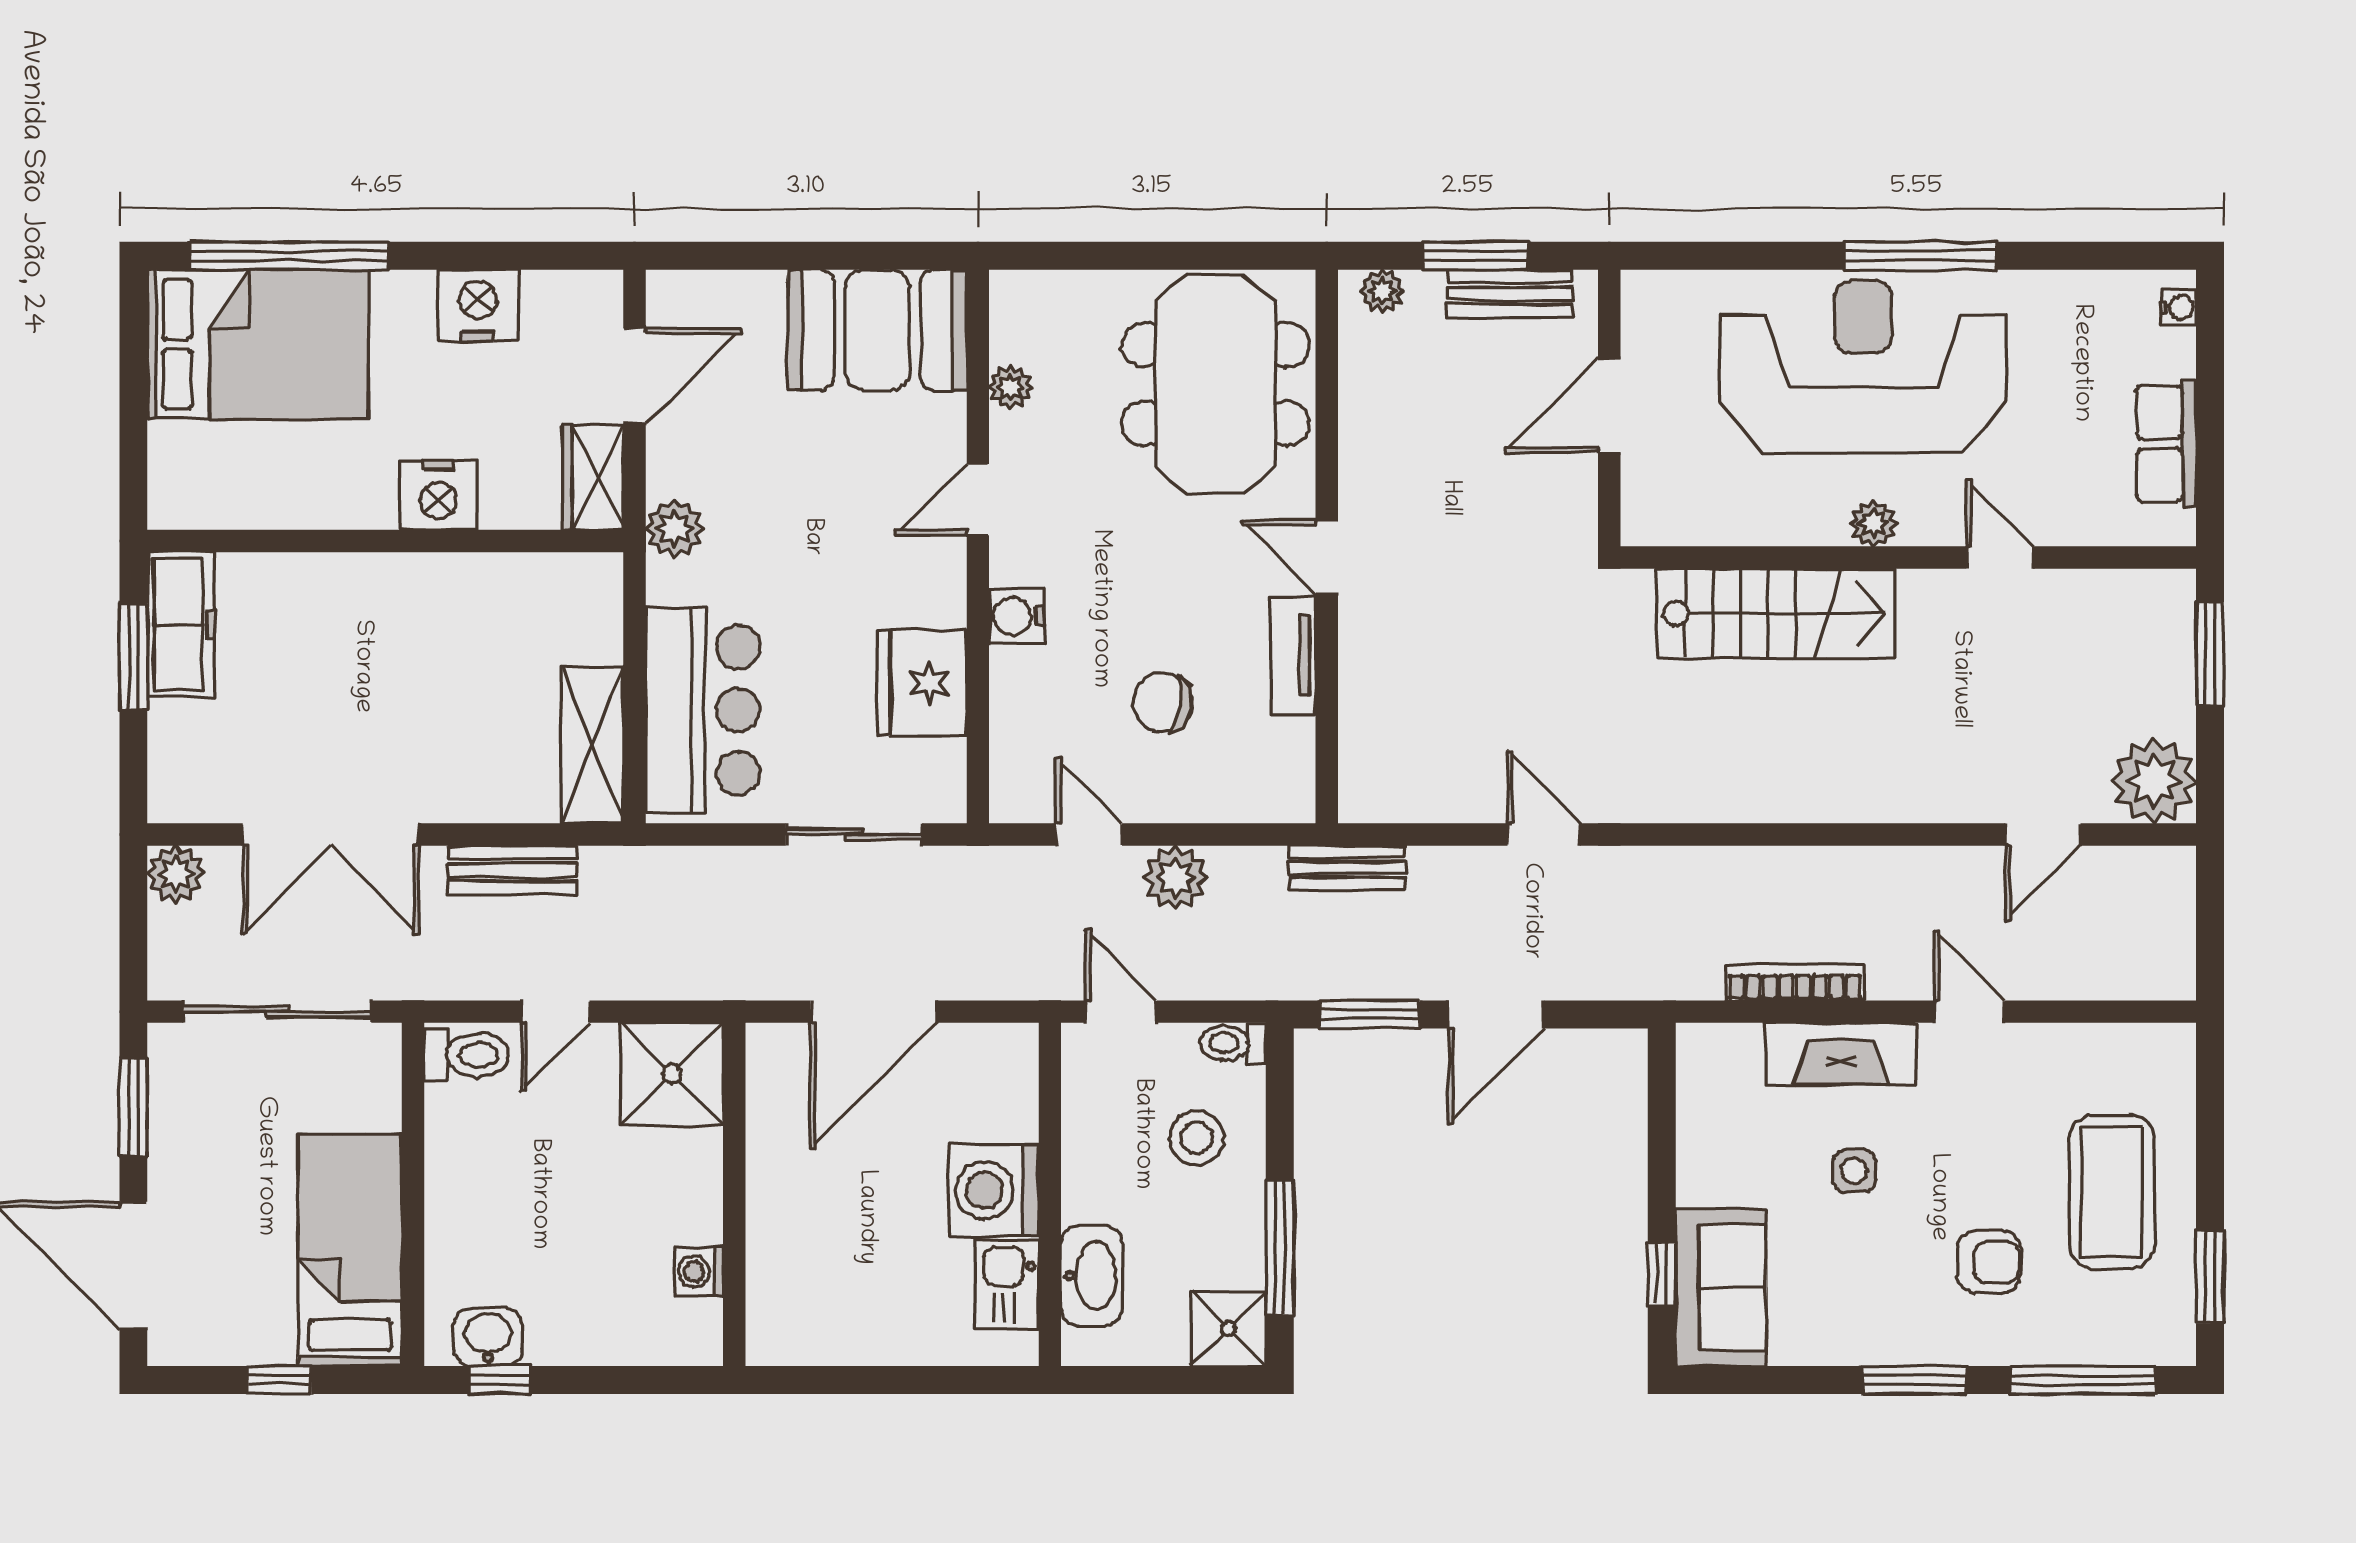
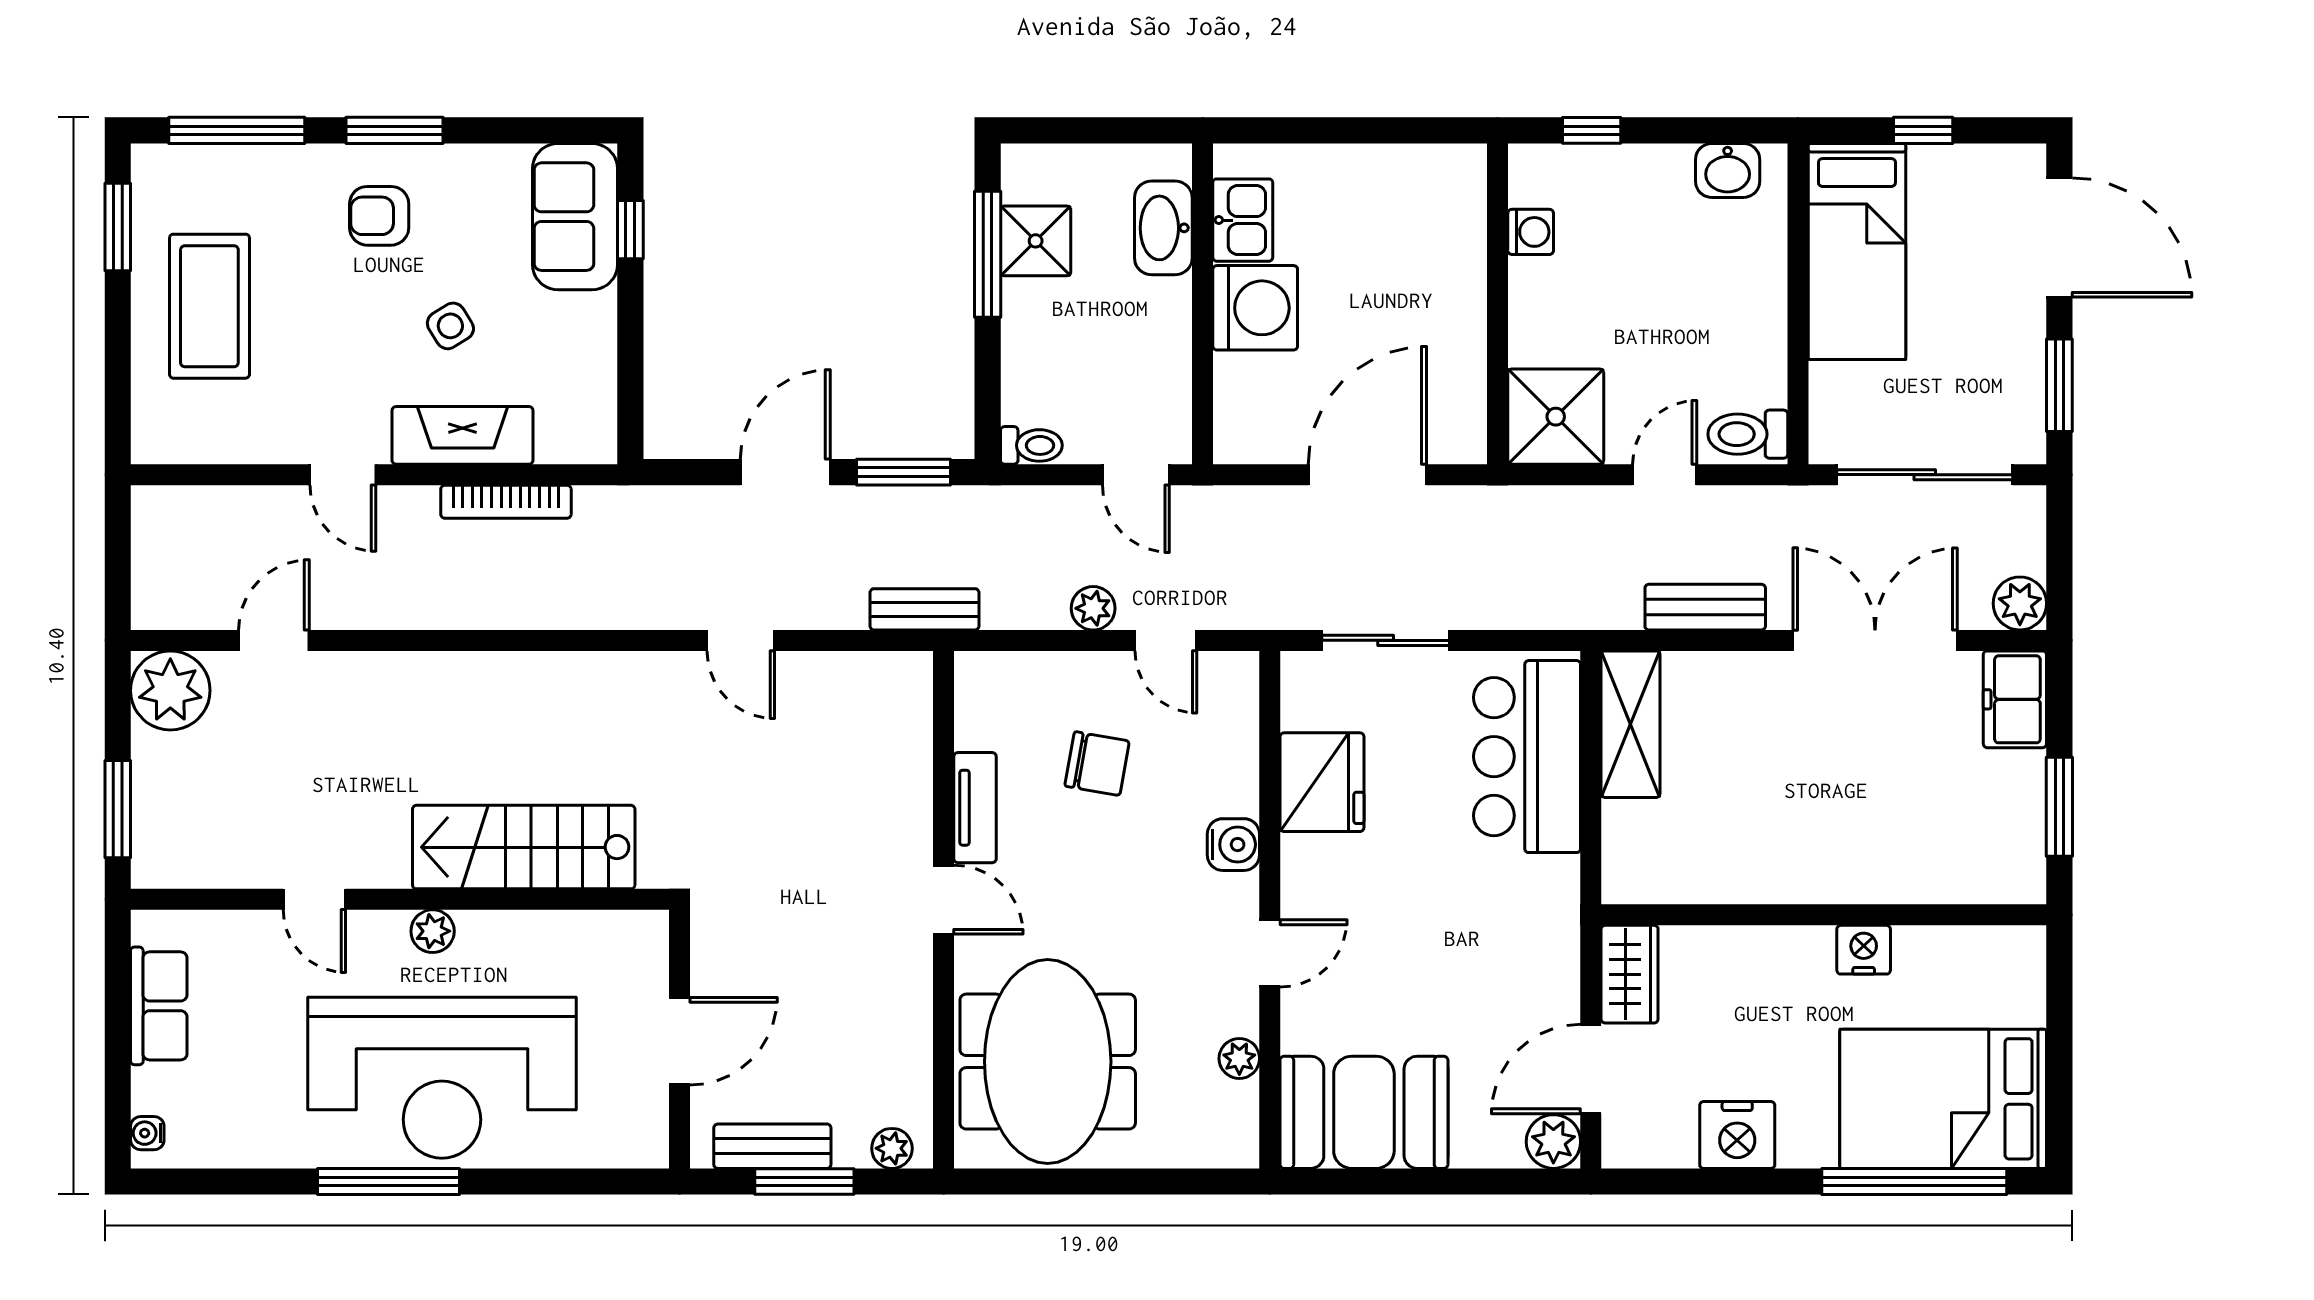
nightstand: (438, 495) -> (1864, 950), moved, width x0.74, depth x0.75
plant: (675, 529) -> (1553, 1142), moved
freezer: (181, 625) -> (2015, 699), moved, width x0.71
plant: (1176, 878) -> (1093, 608), width x0.73, depth x0.73
stool: (1197, 1138) -> (1065, 357), removed
side table: (1854, 1171) -> (450, 326), turned -32
armchair: (1989, 1262) -> (379, 216), moved
shower: (1228, 1329) -> (1036, 241), moved
window: (500, 1380) -> (1592, 130), moved

